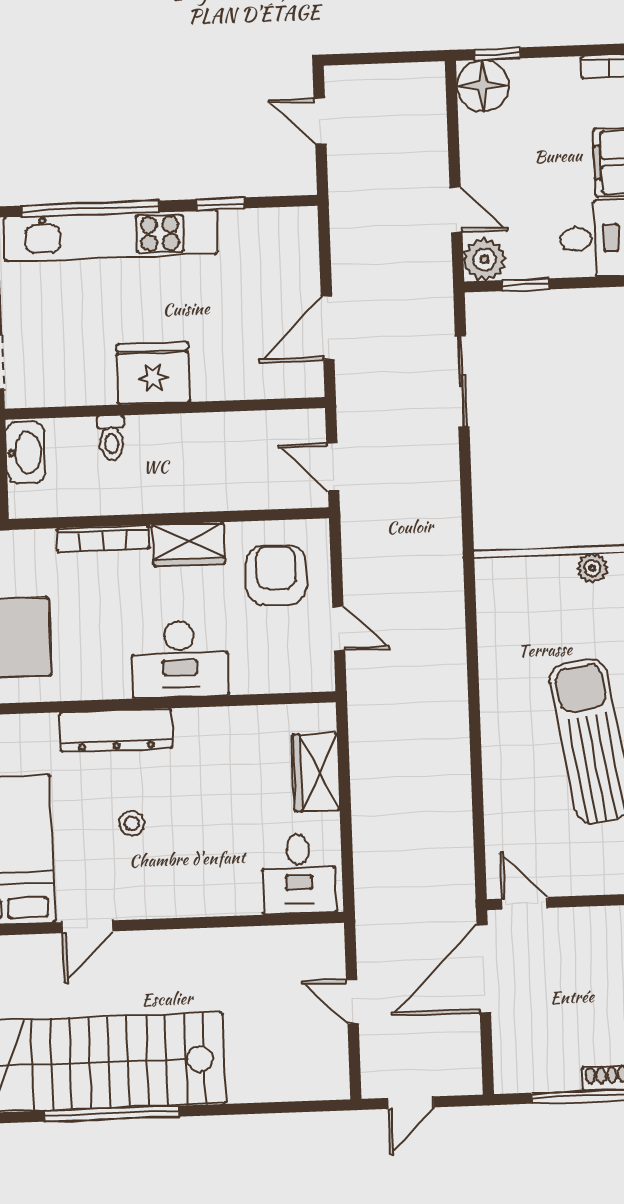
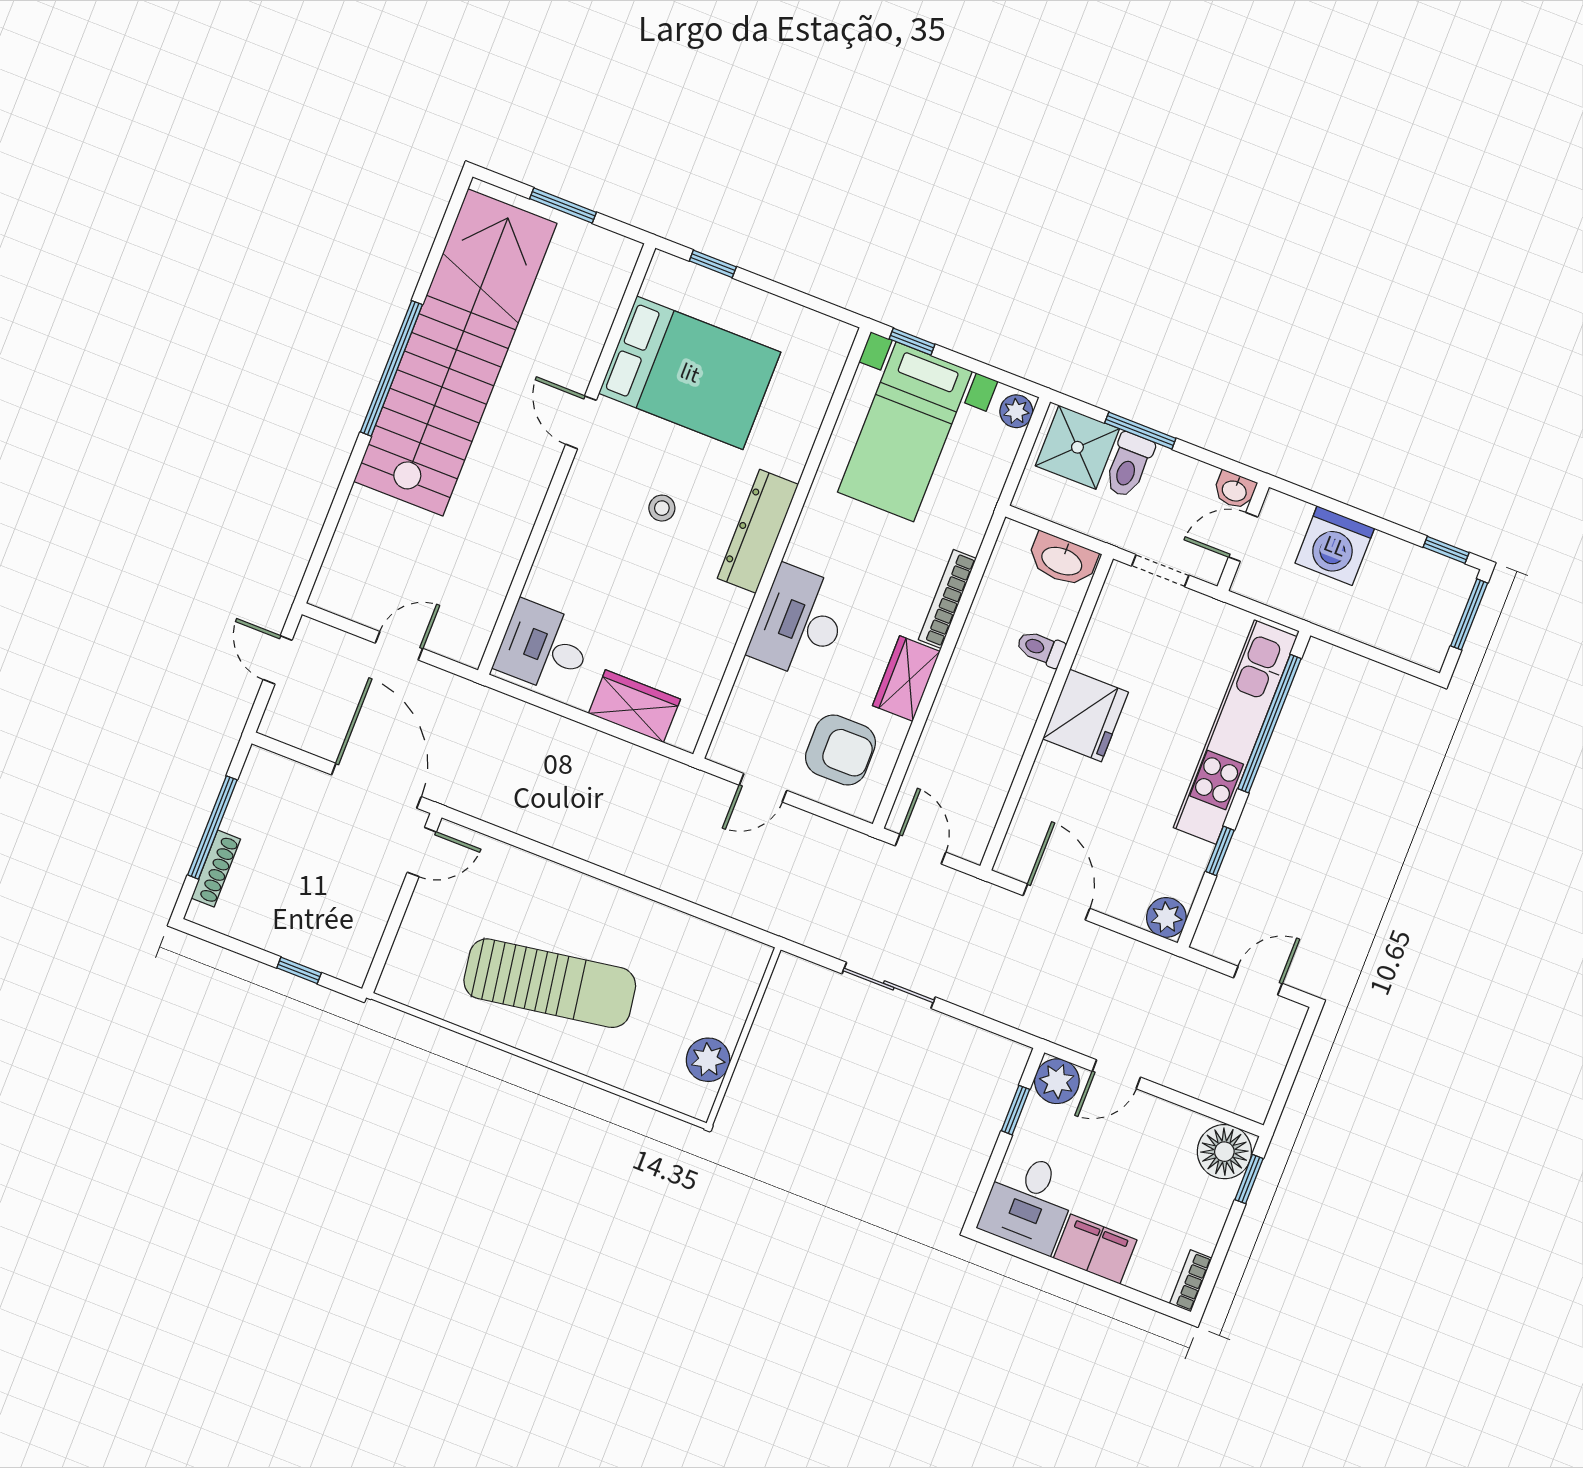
plant: (299, 225) -> (1166, 917), added
sliding door: (462, 381) -> (889, 985), moved
door: (333, 467) -> (920, 849), hinge flipped
plant: (592, 568) -> (708, 1060), width x1.38, depth x1.38

